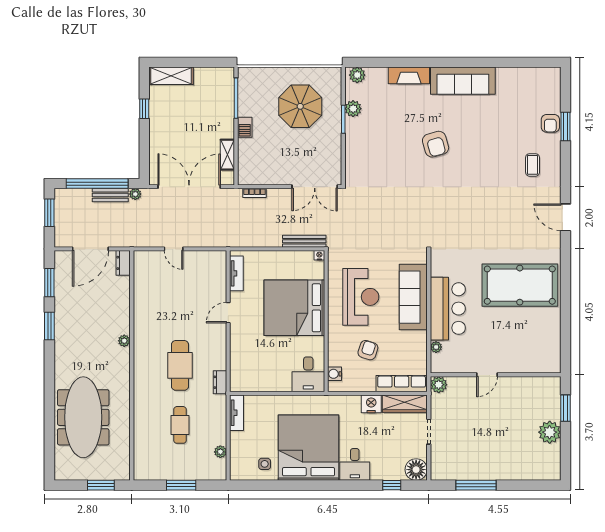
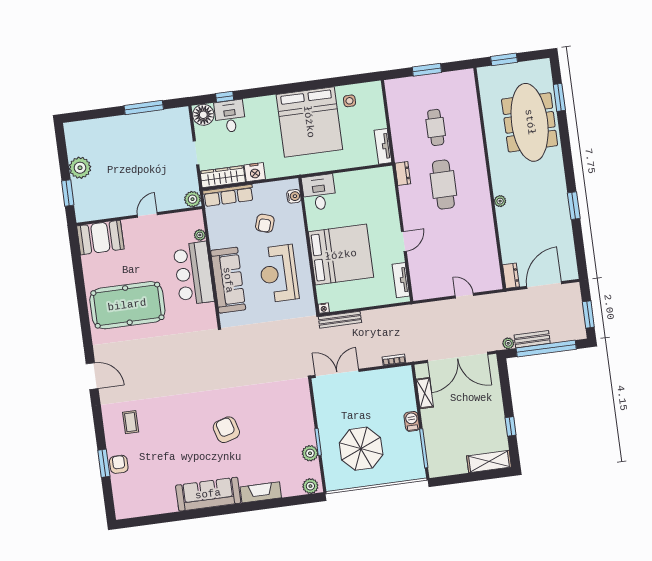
window: (49, 283) -> (559, 97), moved
booth: (538, 358) -> (100, 238), added
plant: (220, 452) -> (393, 107), removed
desk: (355, 464) -> (230, 116), moved

